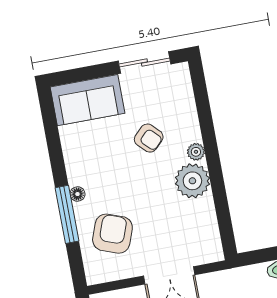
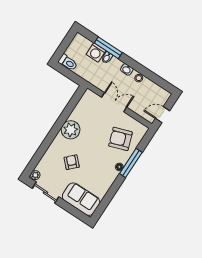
plant: (196, 152) -> (35, 175), moved
armchair: (112, 234) -> (120, 139), turned 51

